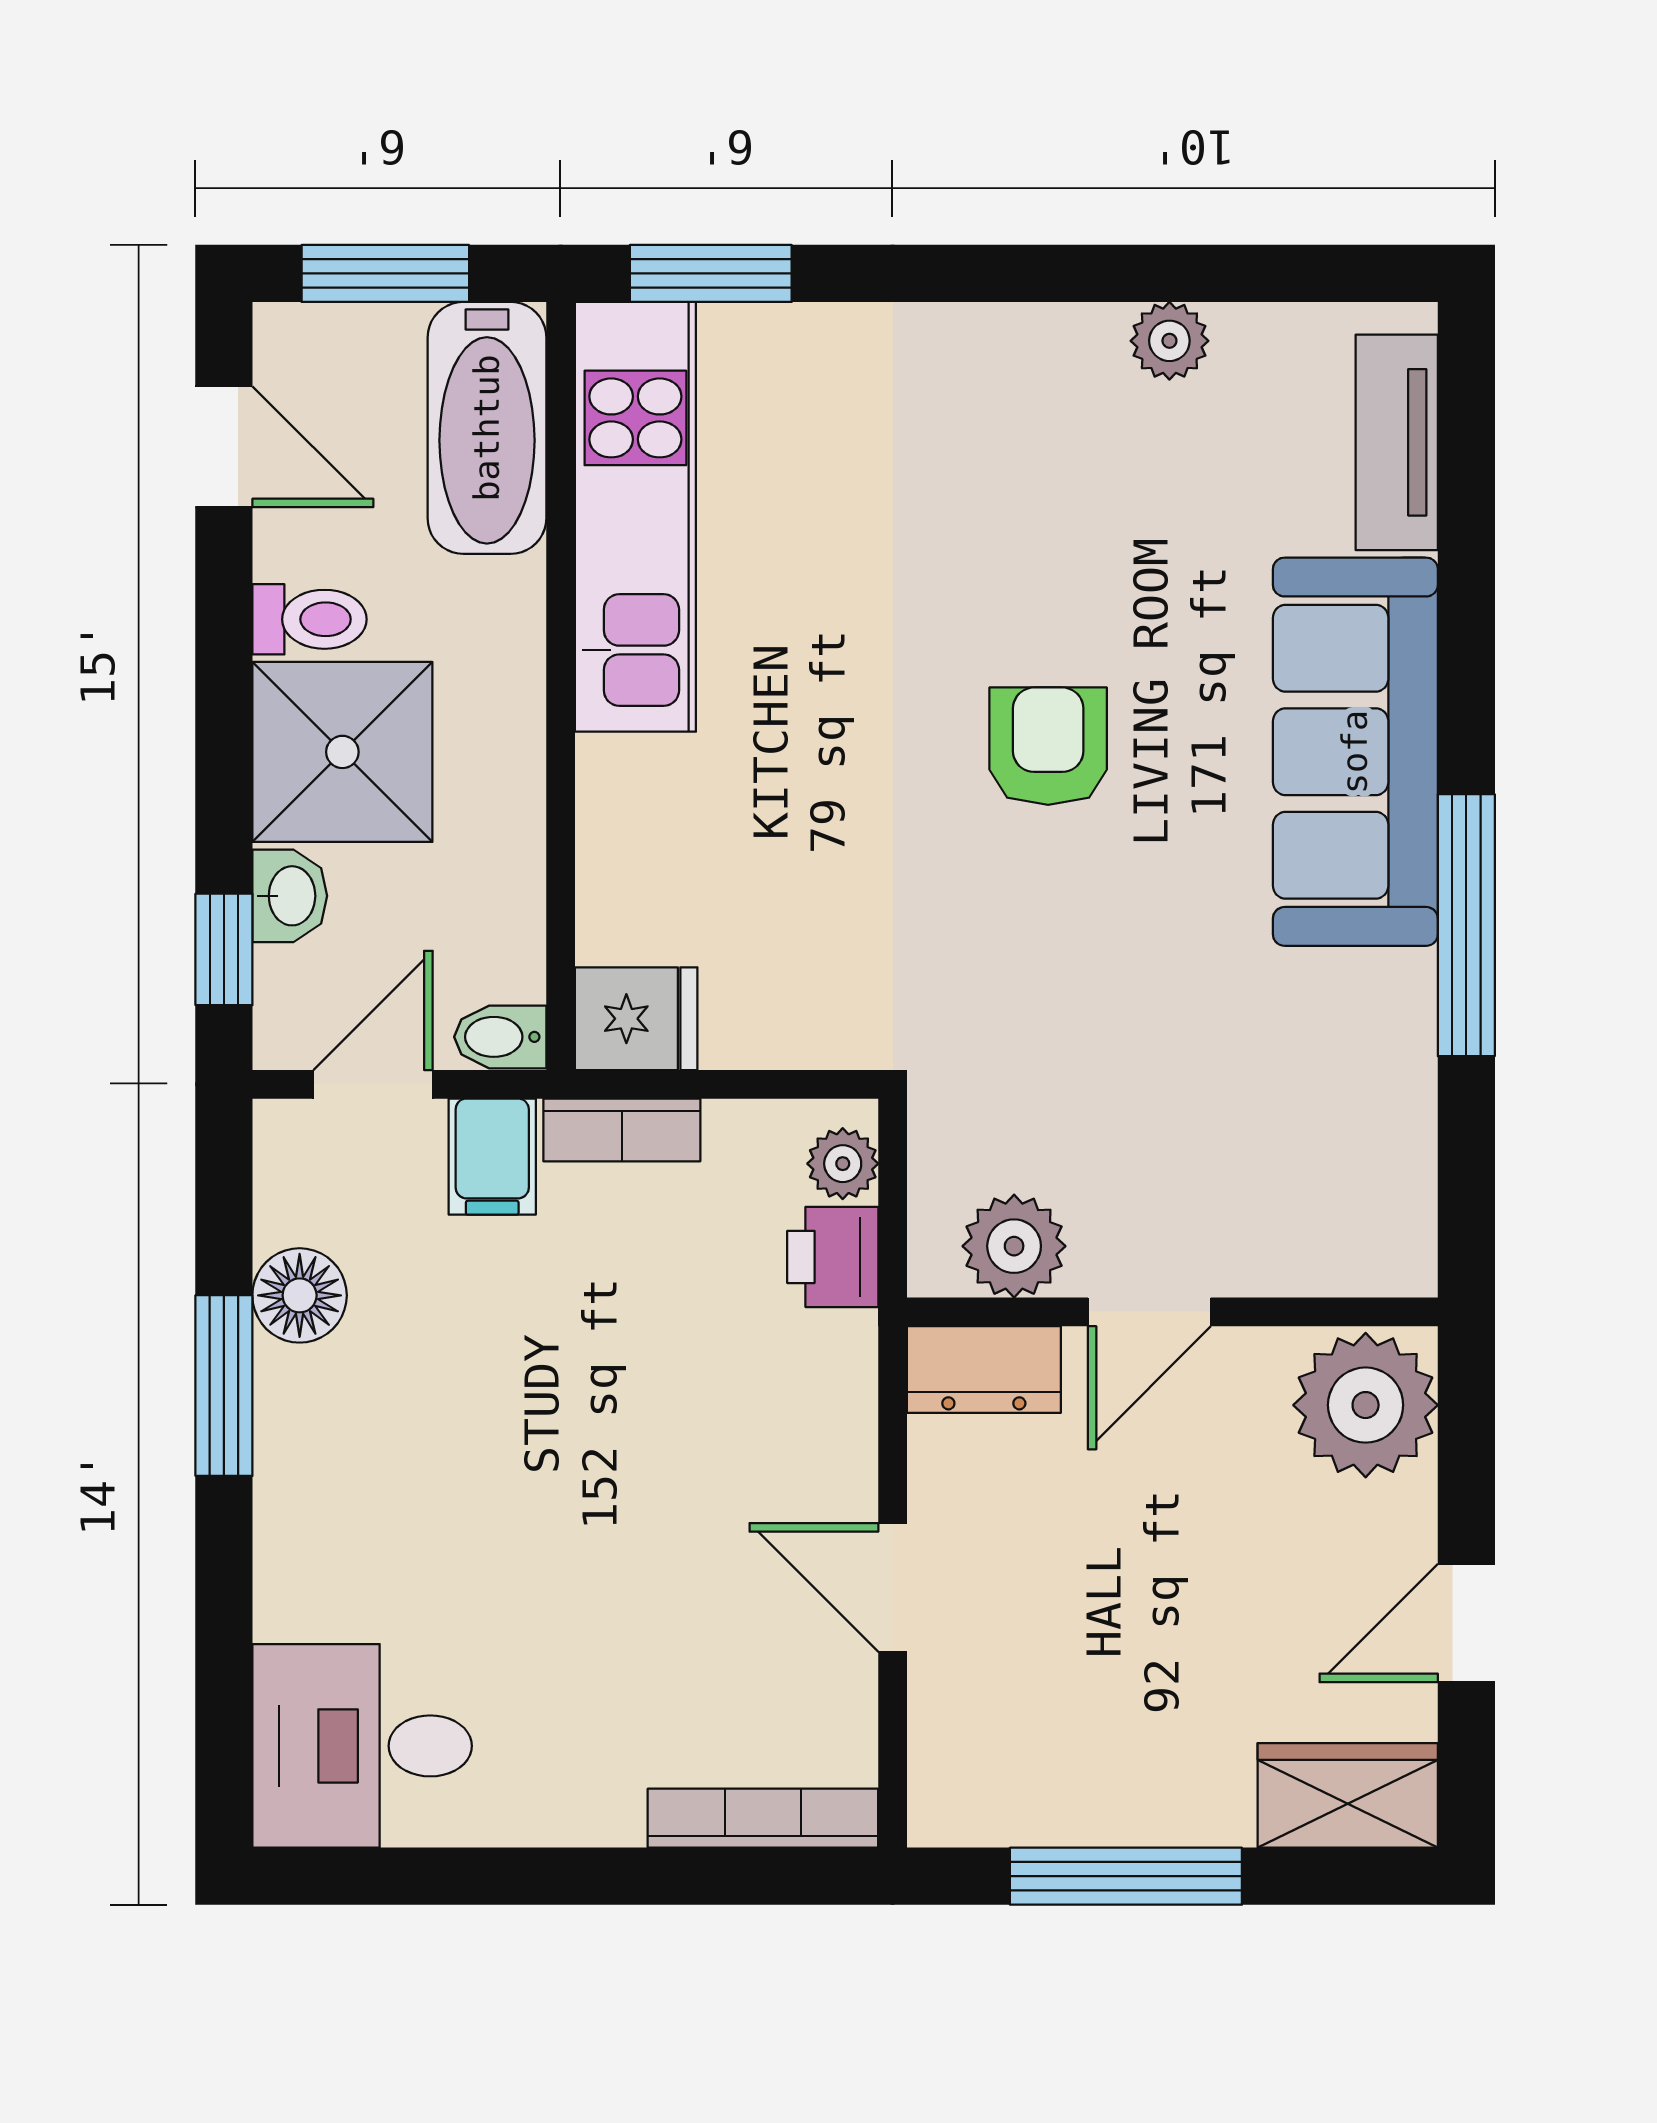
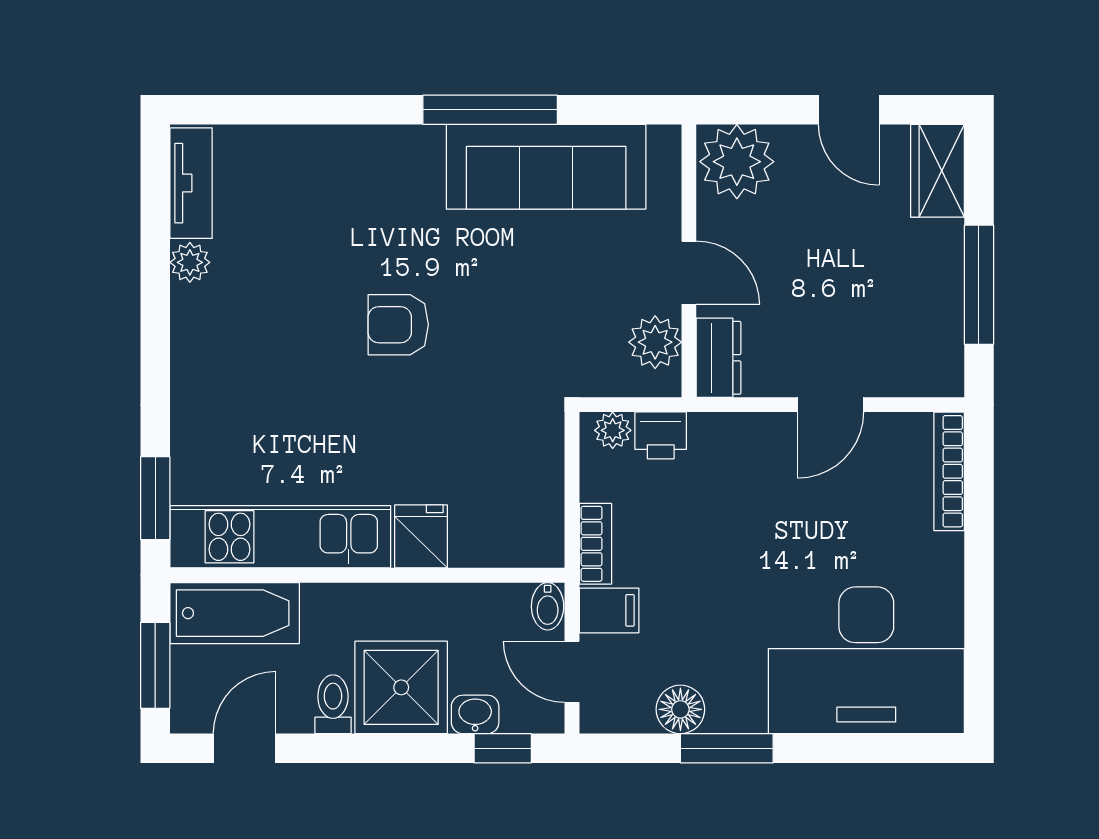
tv unit: (1397, 442) -> (191, 183), moved, turned -90
sofa: (1355, 752) -> (546, 167), moved
fridge: (636, 1019) -> (421, 536), moved
desk: (362, 1746) -> (866, 660), width x1.87, depth x1.30

